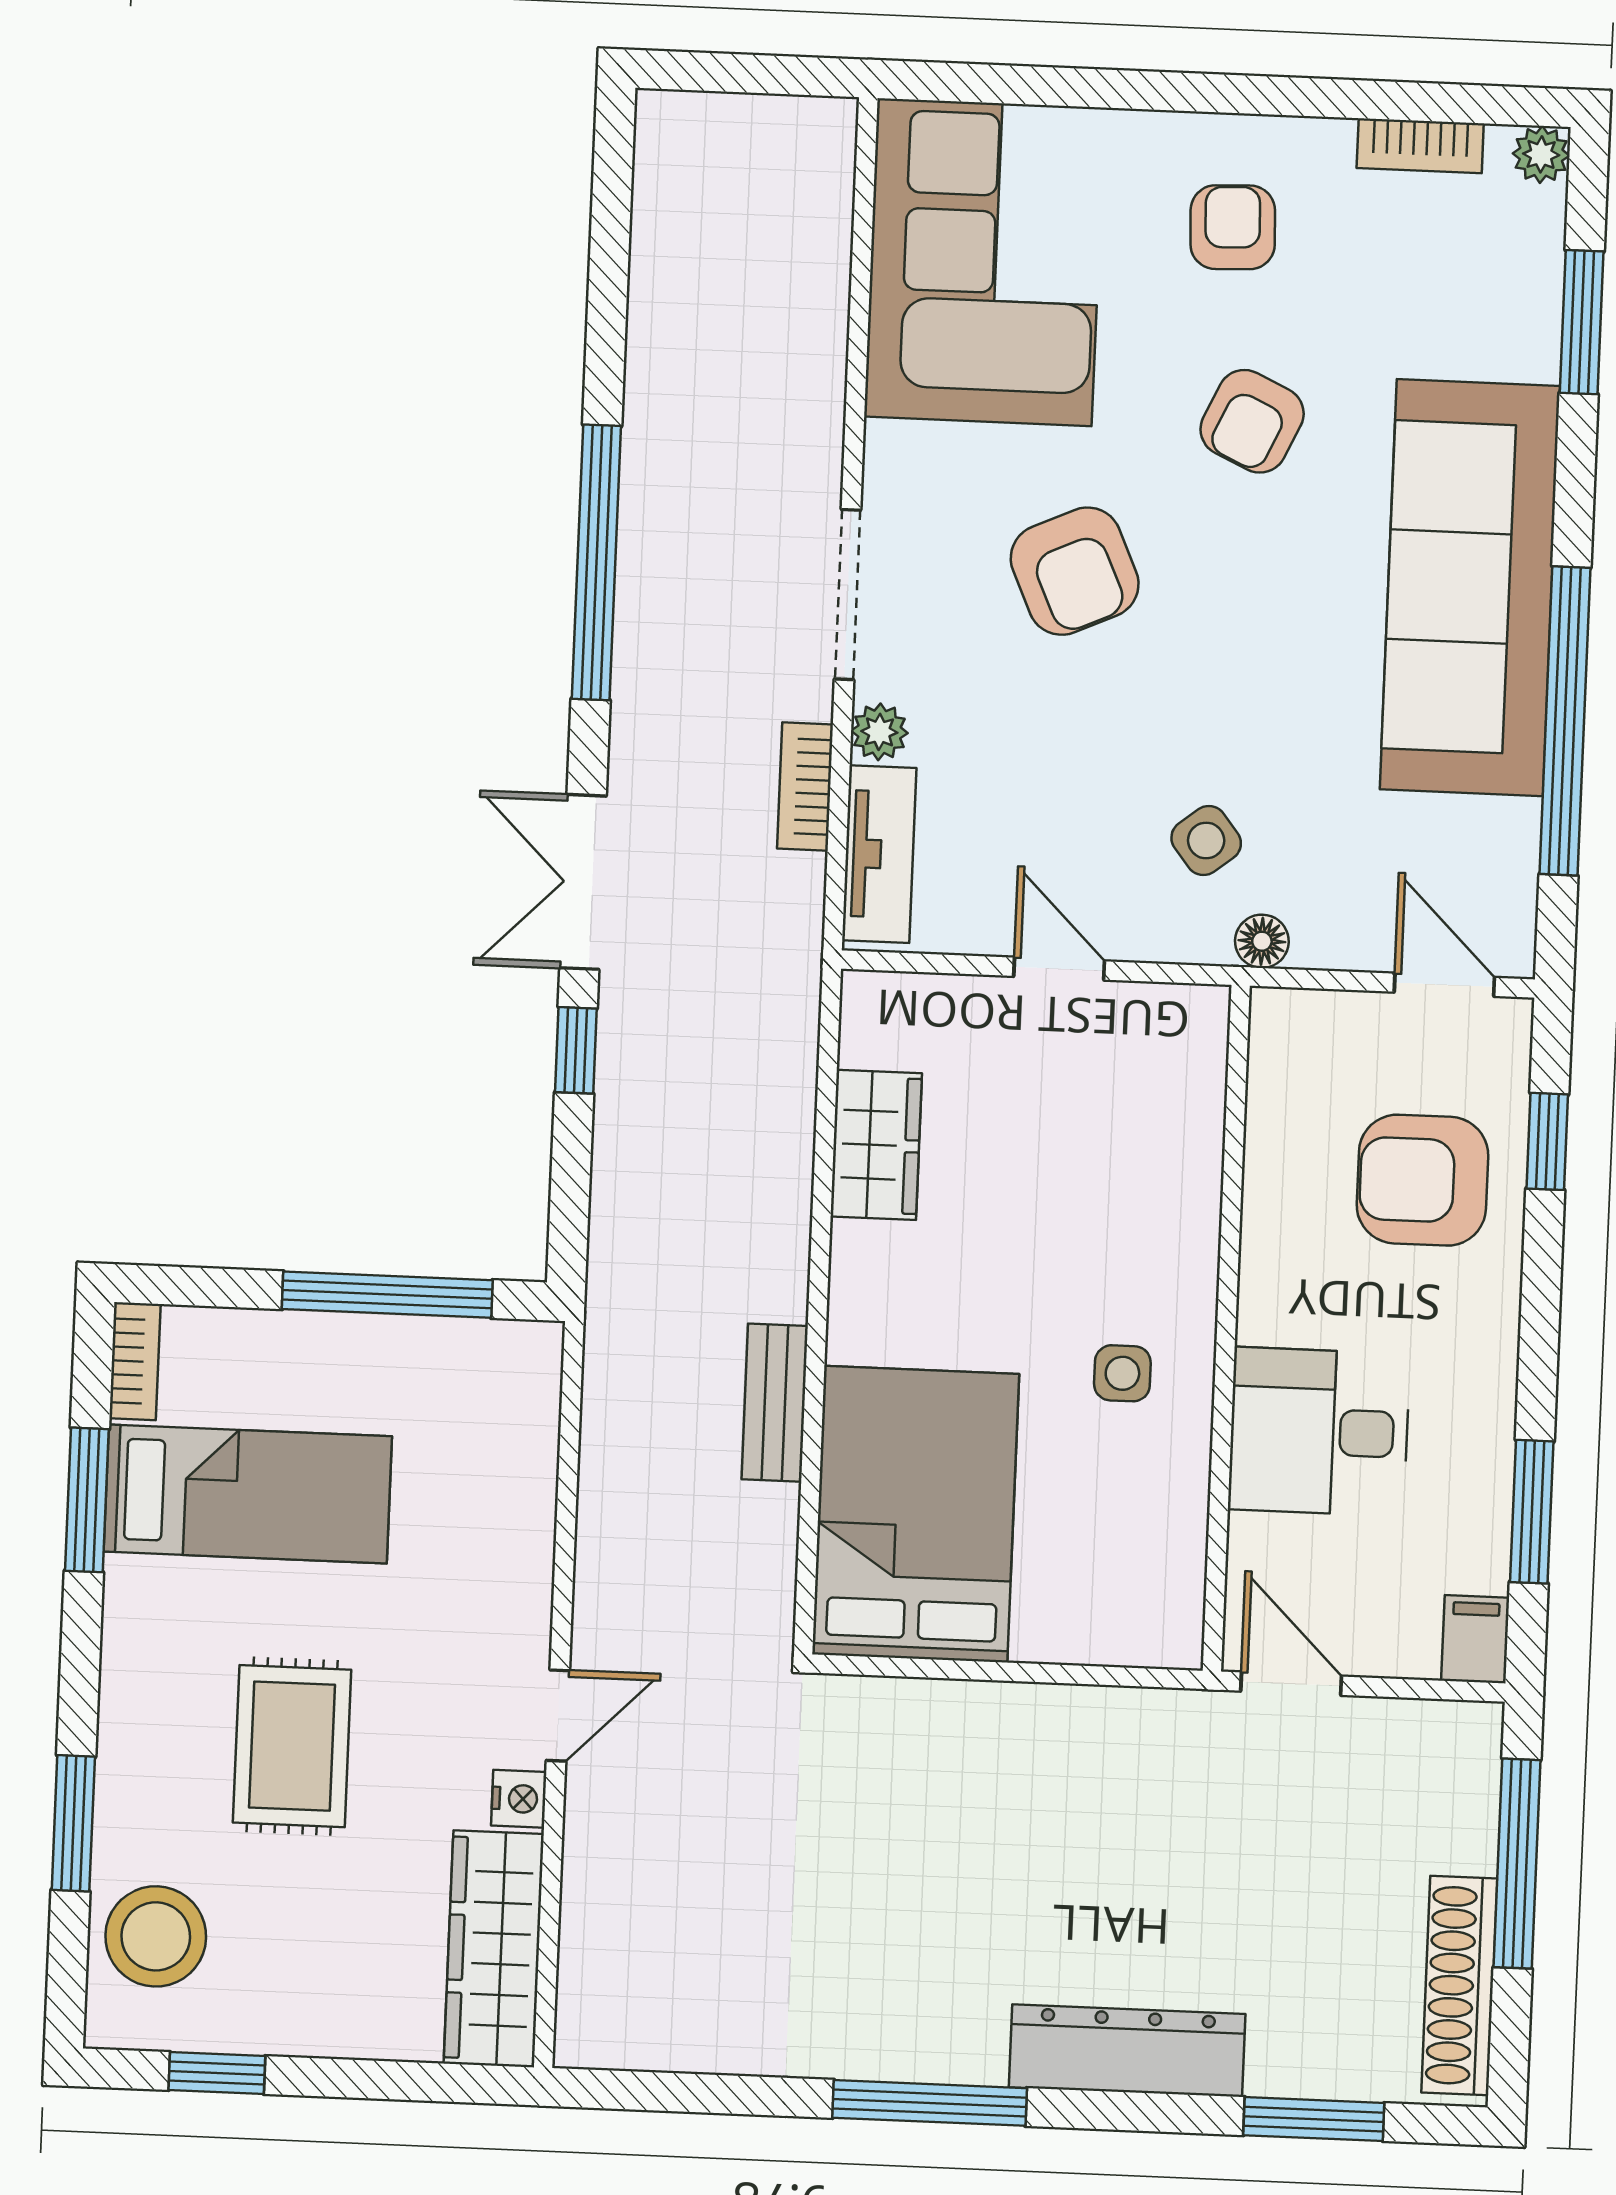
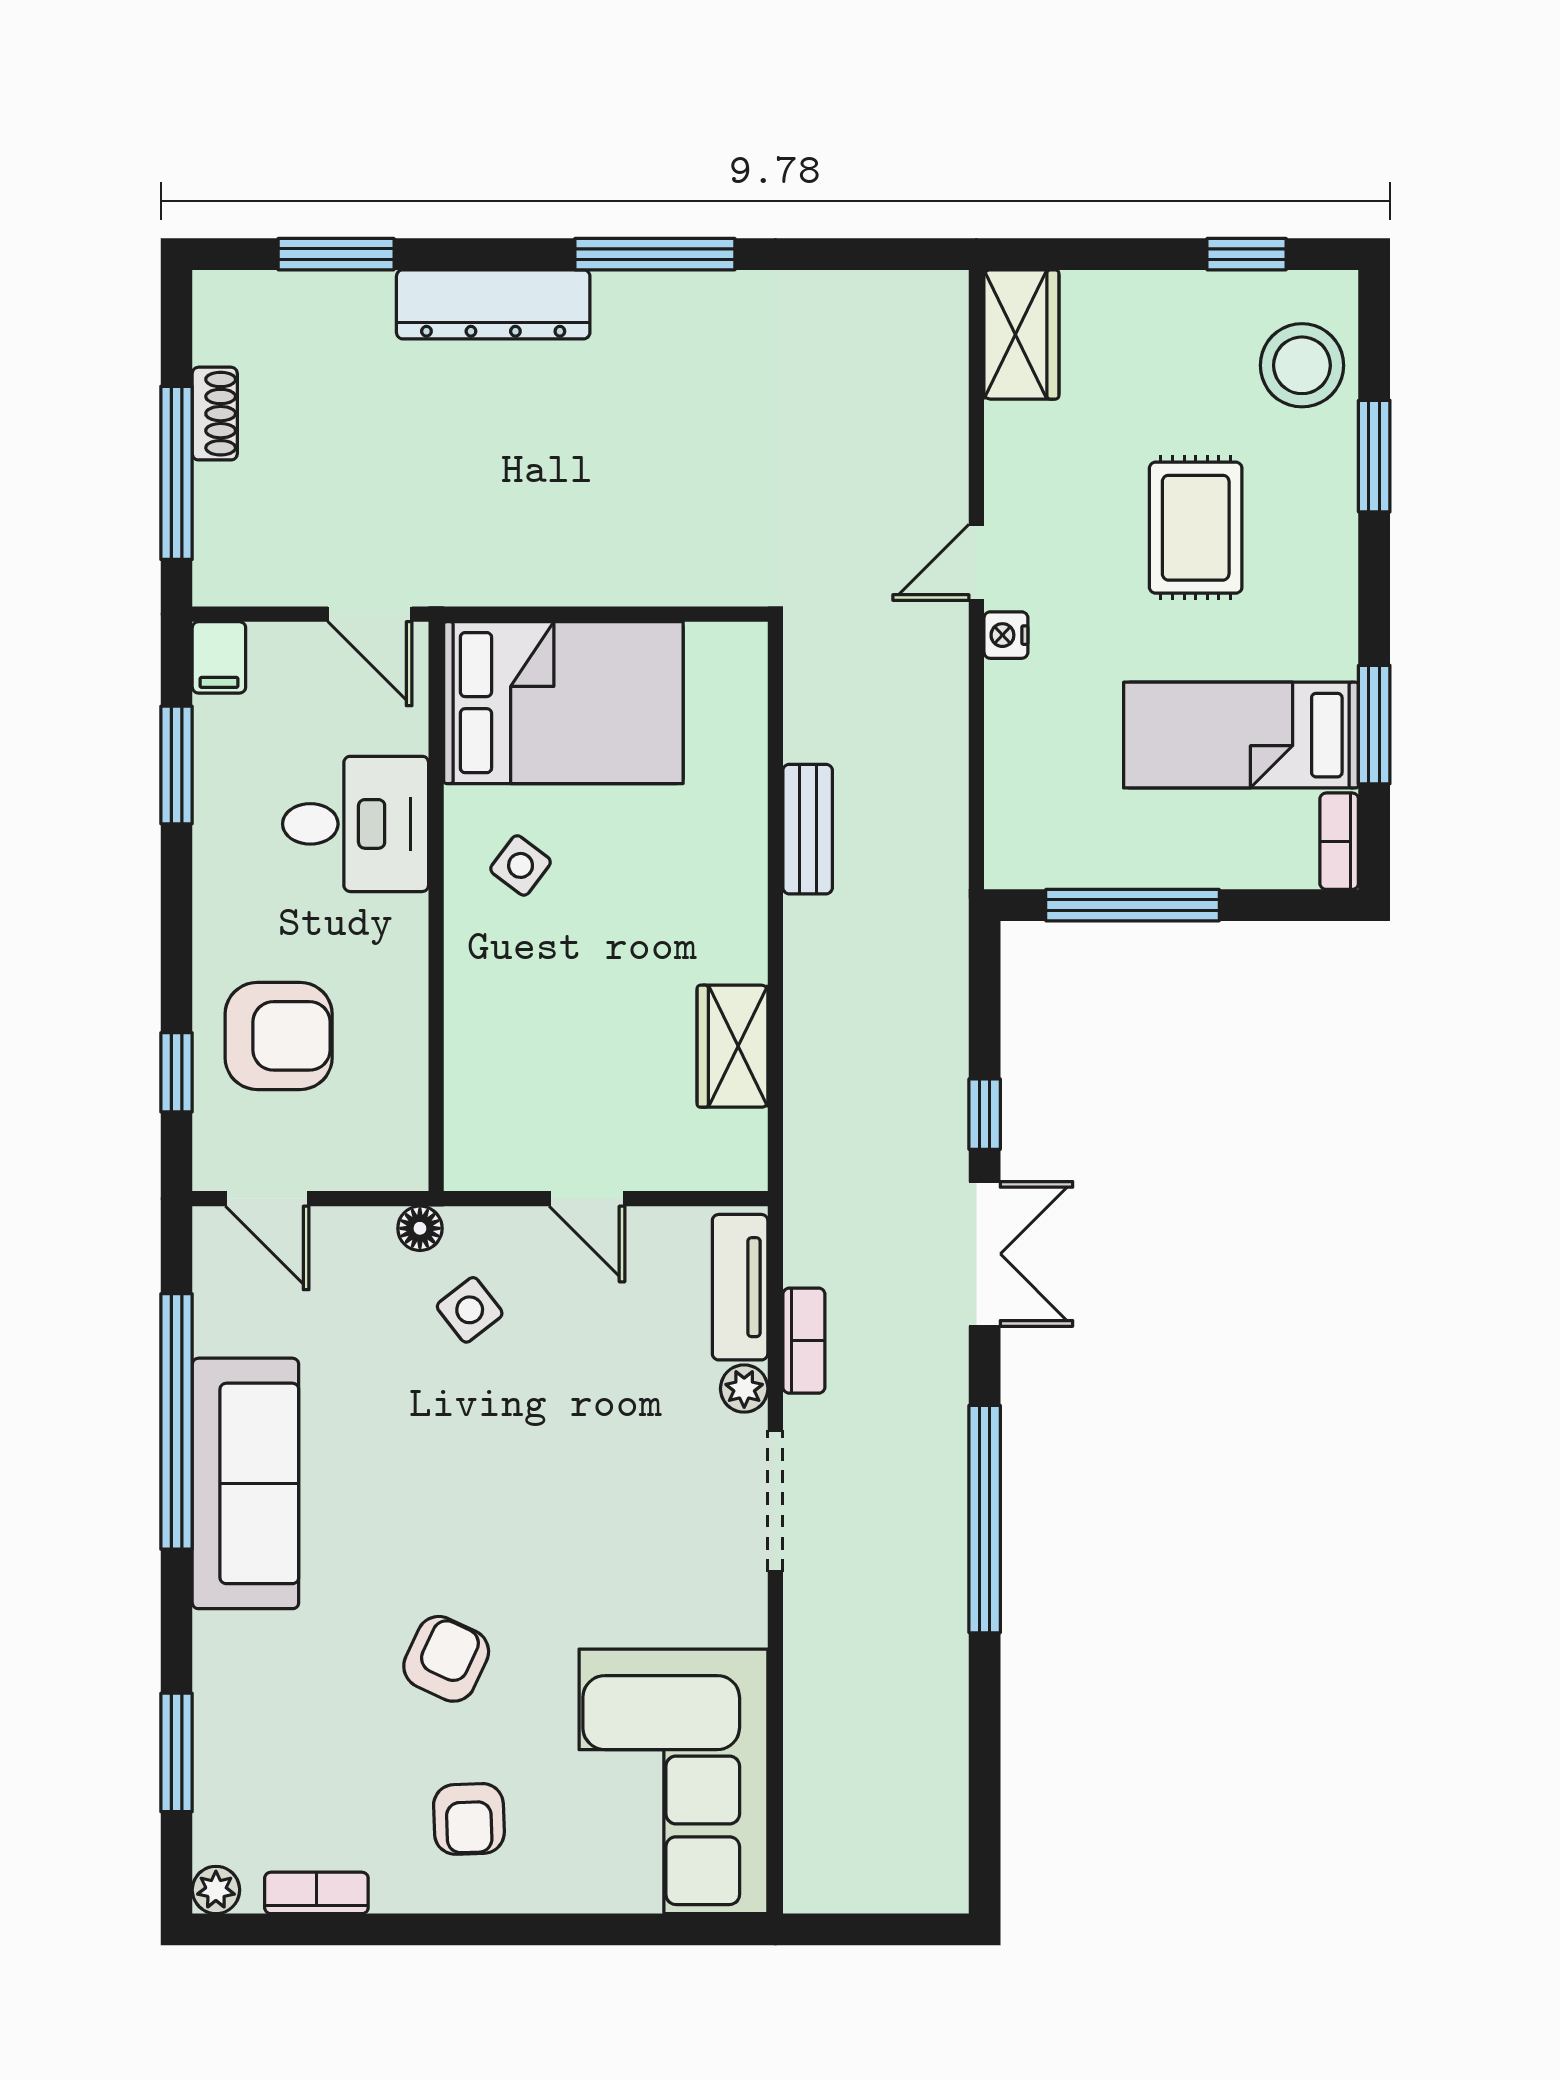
armchair: (1075, 571) -> (588, 1528), removed
sofa: (1470, 588) -> (245, 1483), width x0.74, depth x0.79
side table: (1122, 1373) -> (521, 865), turned 37
bed: (916, 1514) -> (563, 703), moved, turned -90
nightstand: (519, 1799) -> (1006, 635), moved
wardrobe: (494, 1949) -> (1021, 334), width x0.67
shoe rack: (1459, 1986) -> (215, 414), width x0.51, depth x0.81

